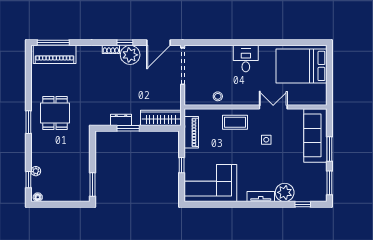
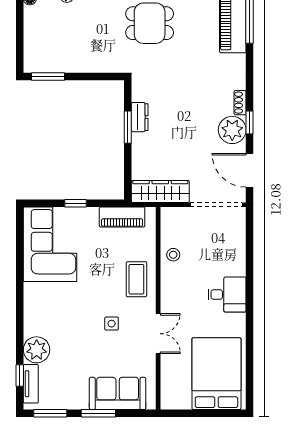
wardrobe: (161, 118) -> (160, 191), moved, turned -90
sofa: (315, 135) -> (118, 393), width x0.73
tv unit: (261, 197) -> (31, 384), moved

